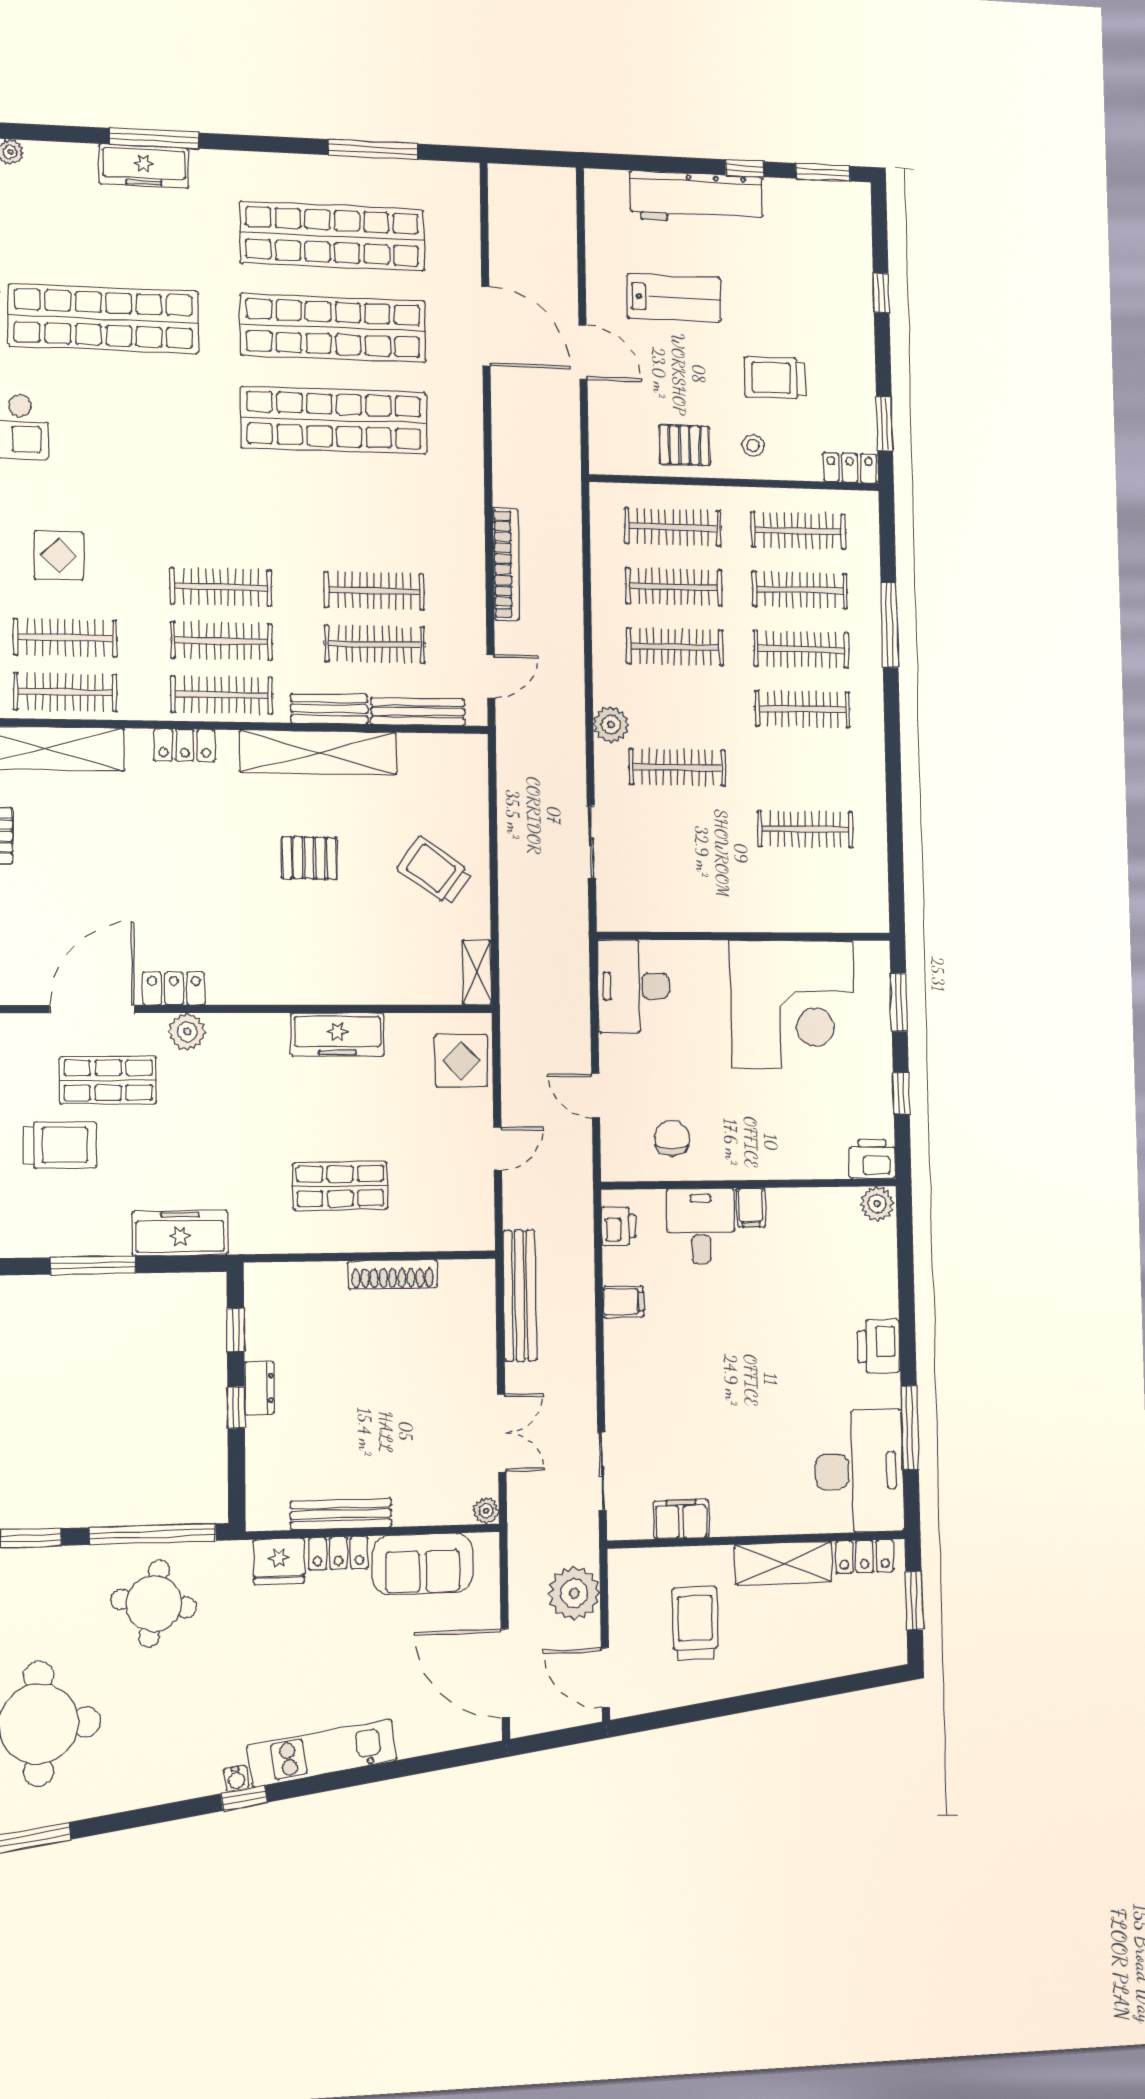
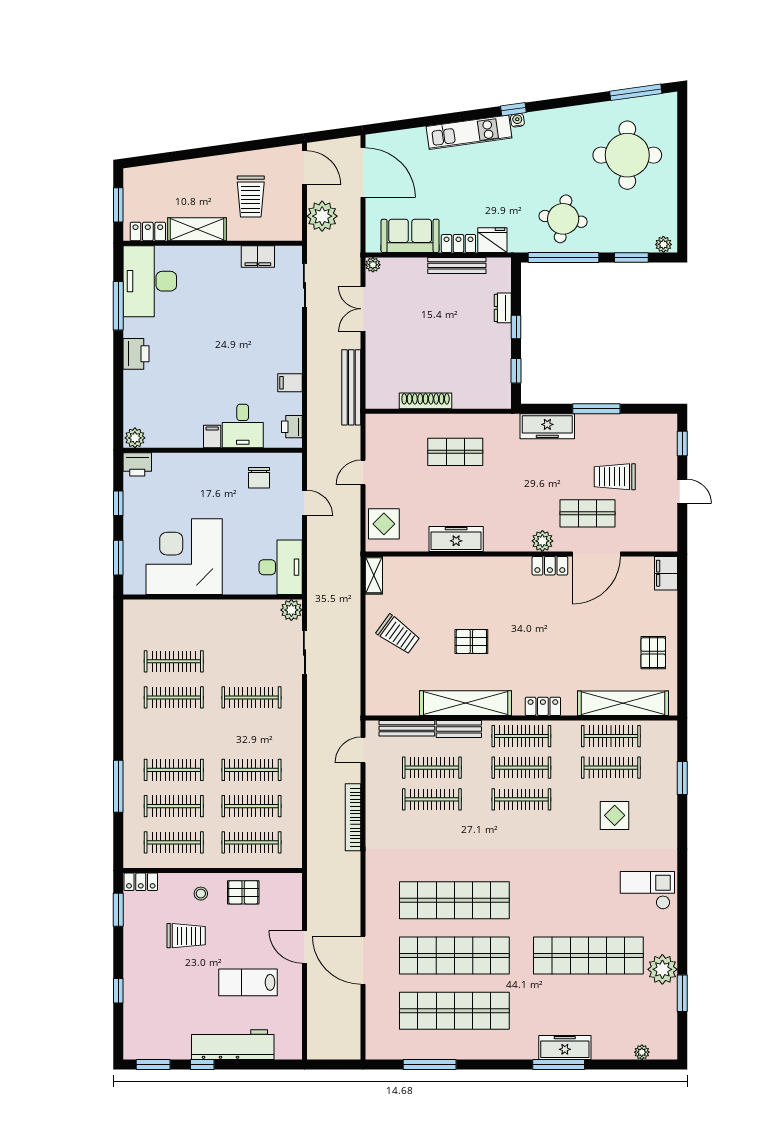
clothes rail: (803, 709) -> (174, 697), moved
plant: (611, 725) -> (291, 610), moved
dresser: (259, 1388) -> (503, 308), moved

